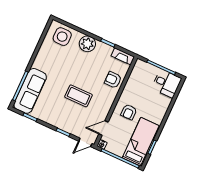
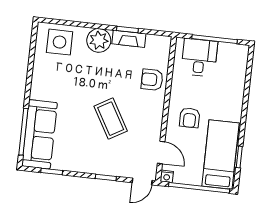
fireplace: (123, 56) -> (129, 39), moved
desk: (167, 83) -> (199, 58), moved, turned -90
coffee table: (78, 96) -> (111, 119), turned 60
door: (103, 128) -> (161, 153), swing flipped

